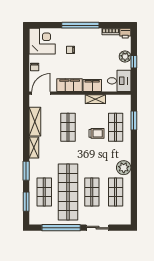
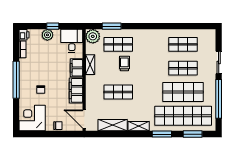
plant: (124, 168) -> (93, 36), moved
shop shelf: (44, 192) -> (183, 116), width x2.00, depth x1.36
shop shelf: (68, 192) -> (183, 92), width x0.71

